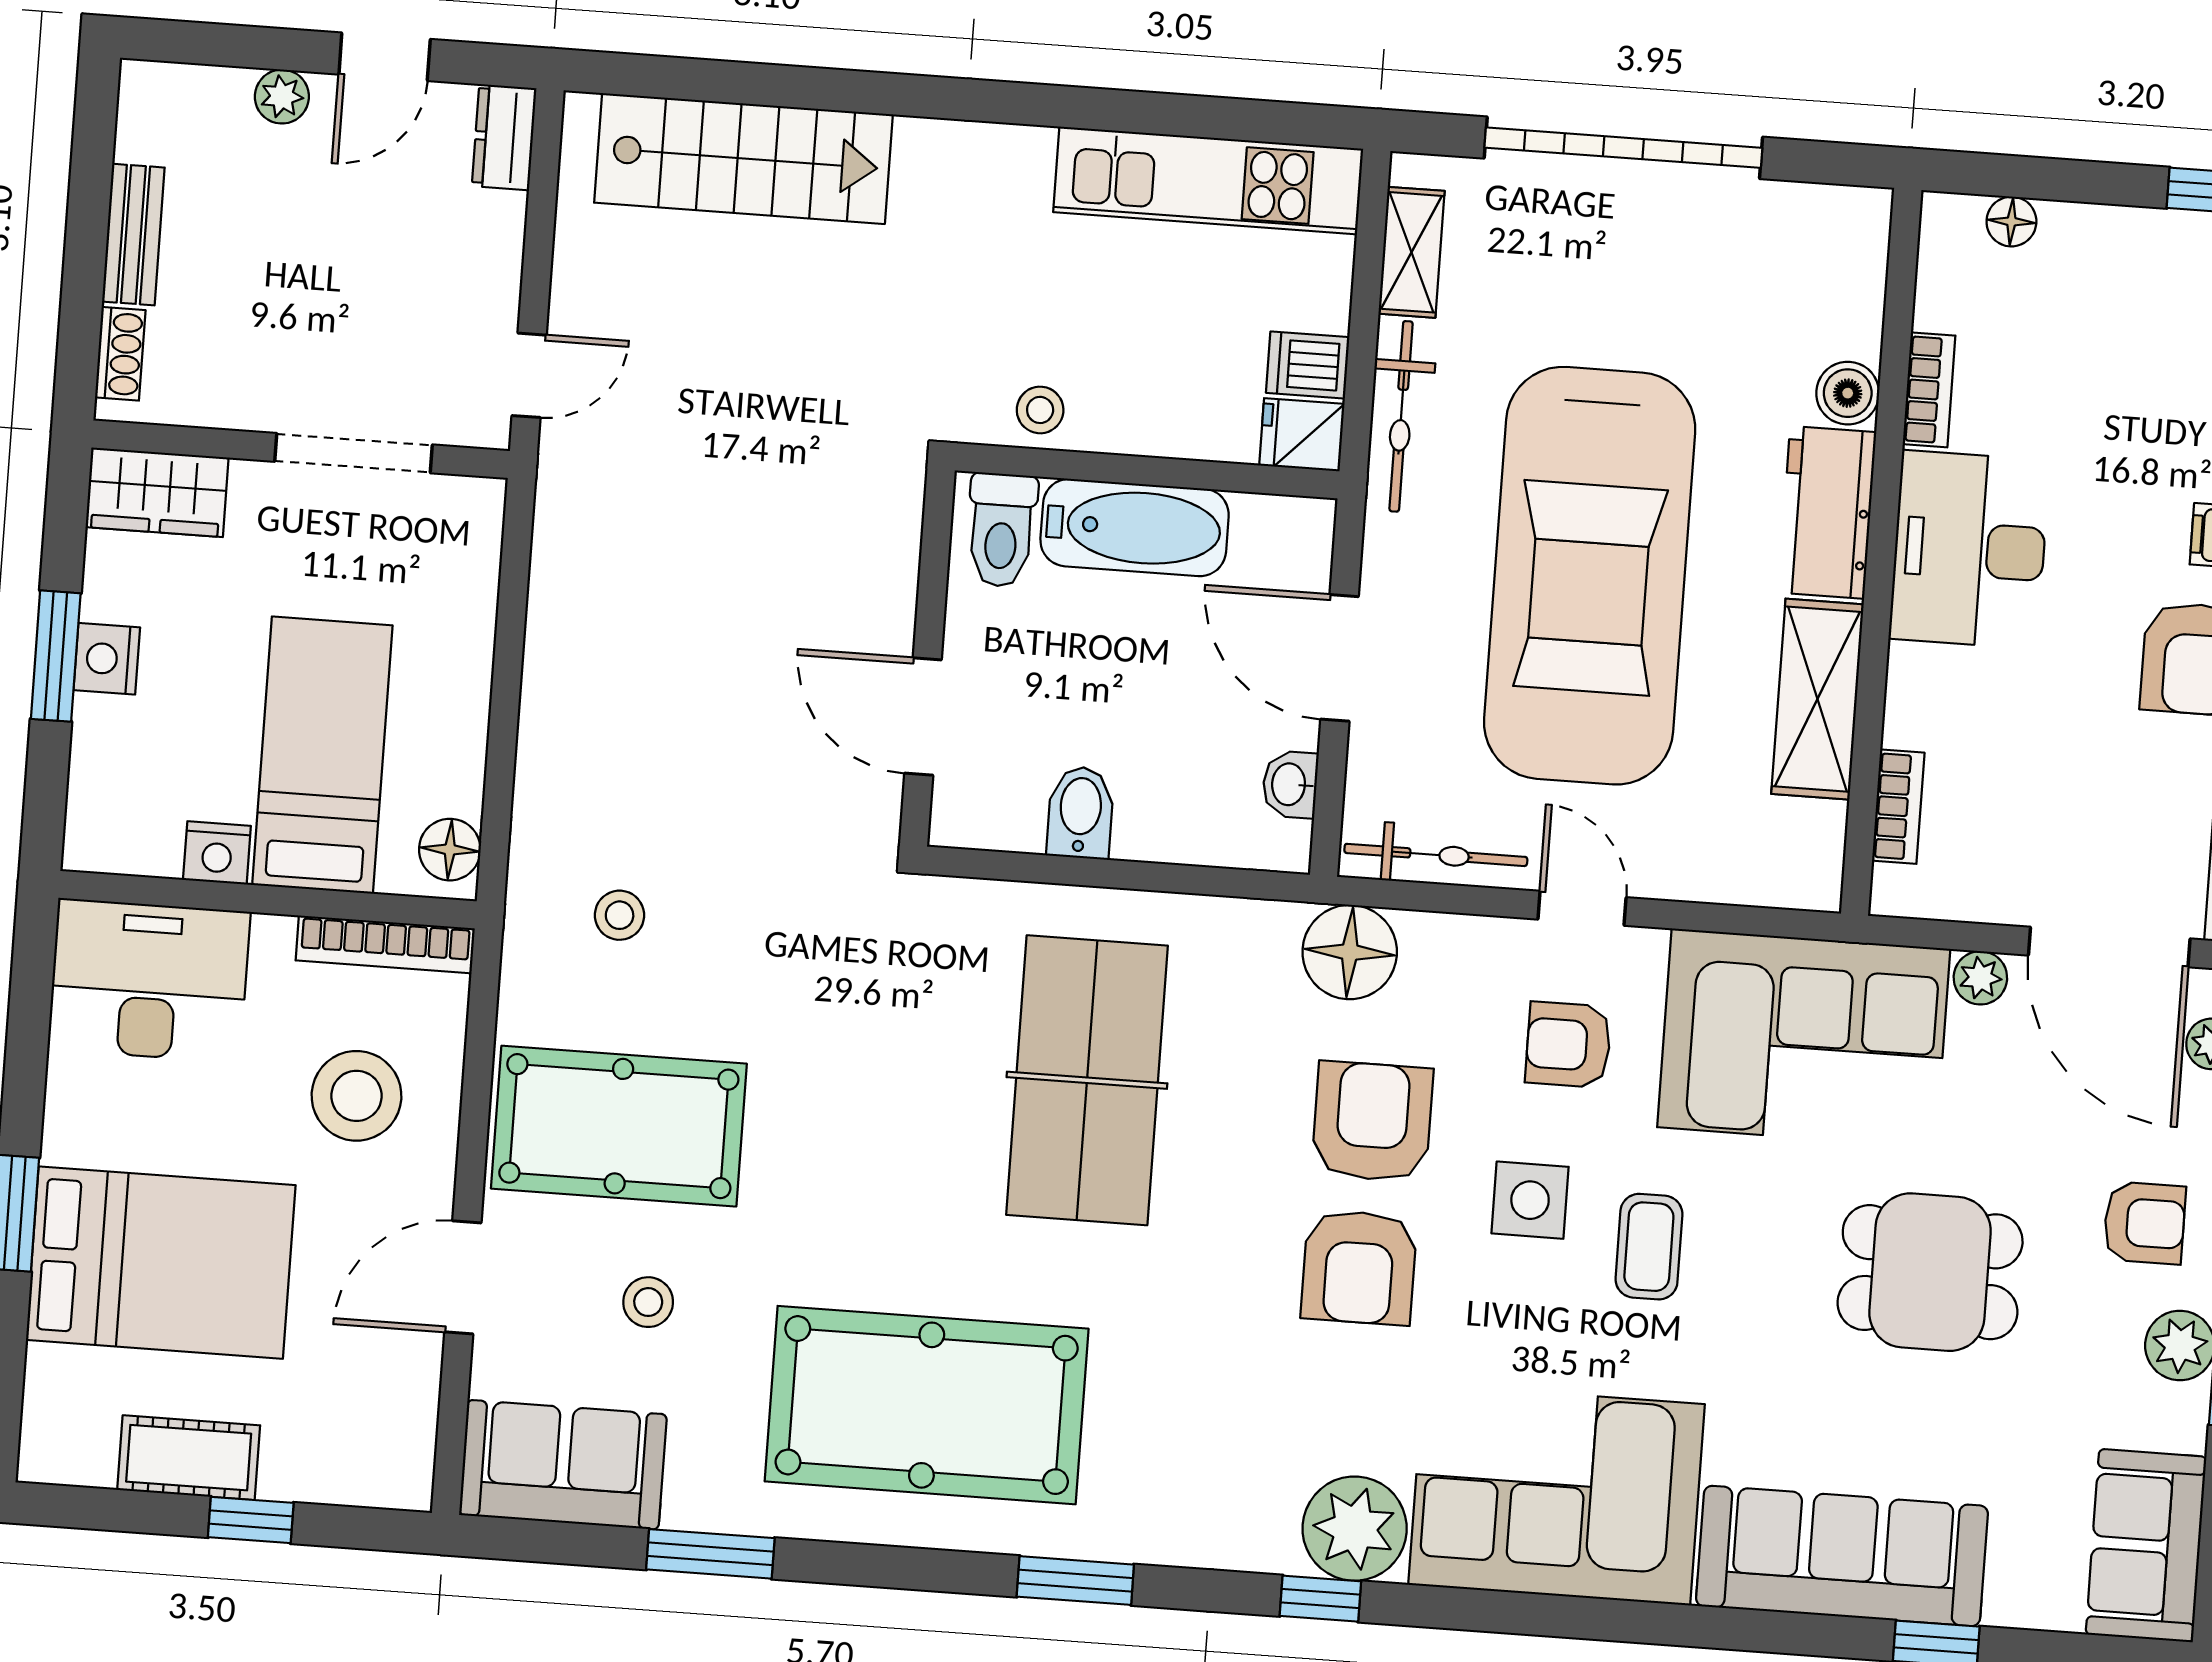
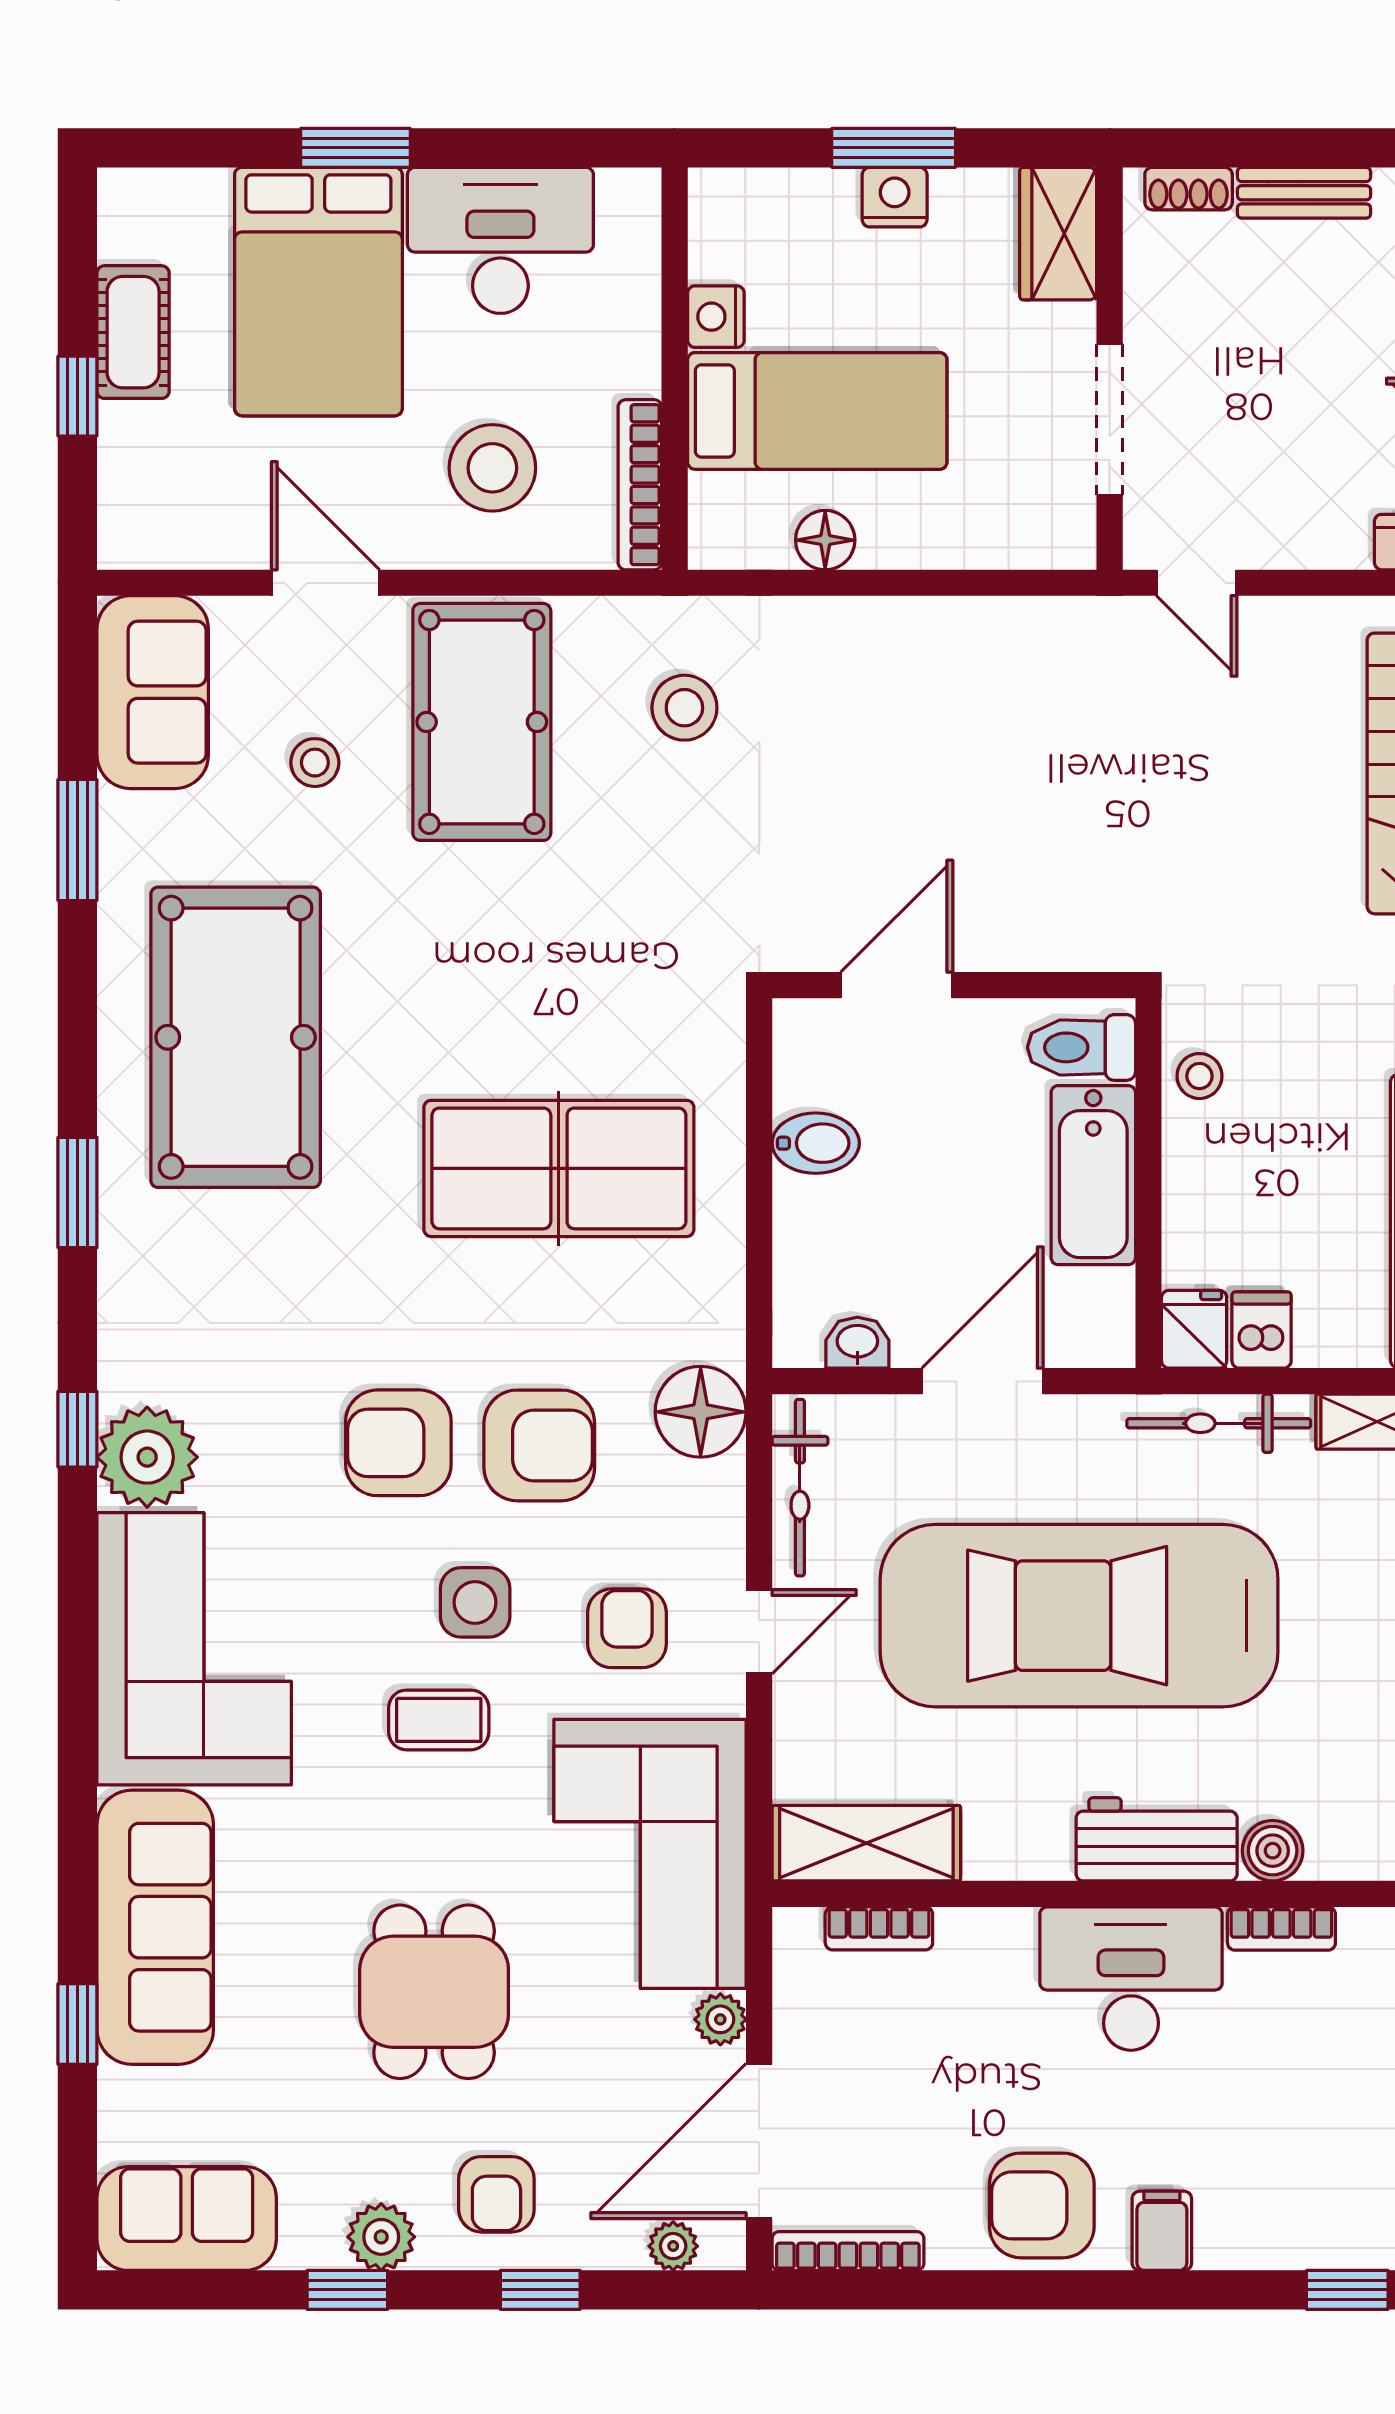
shelving: (1817, 699) -> (866, 1843), moved
floor lamp: (450, 850) -> (825, 540), moved
stool: (620, 915) -> (684, 708), width x1.37, depth x1.37
desk: (149, 980) -> (500, 240), moved, turned -90

